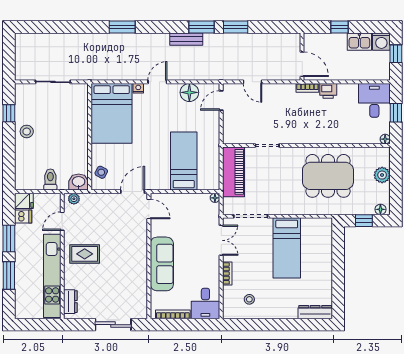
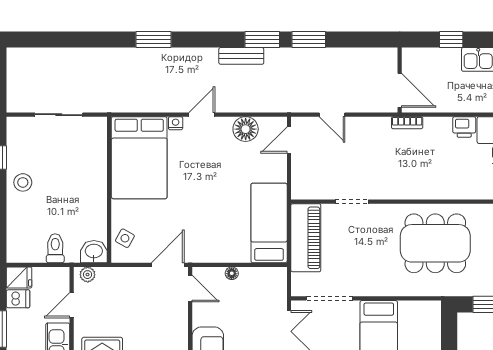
printer: (328, 91) -> (464, 127), moved
bed: (184, 161) -> (269, 223), moved
floor lamp: (215, 198) -> (232, 273), moved

